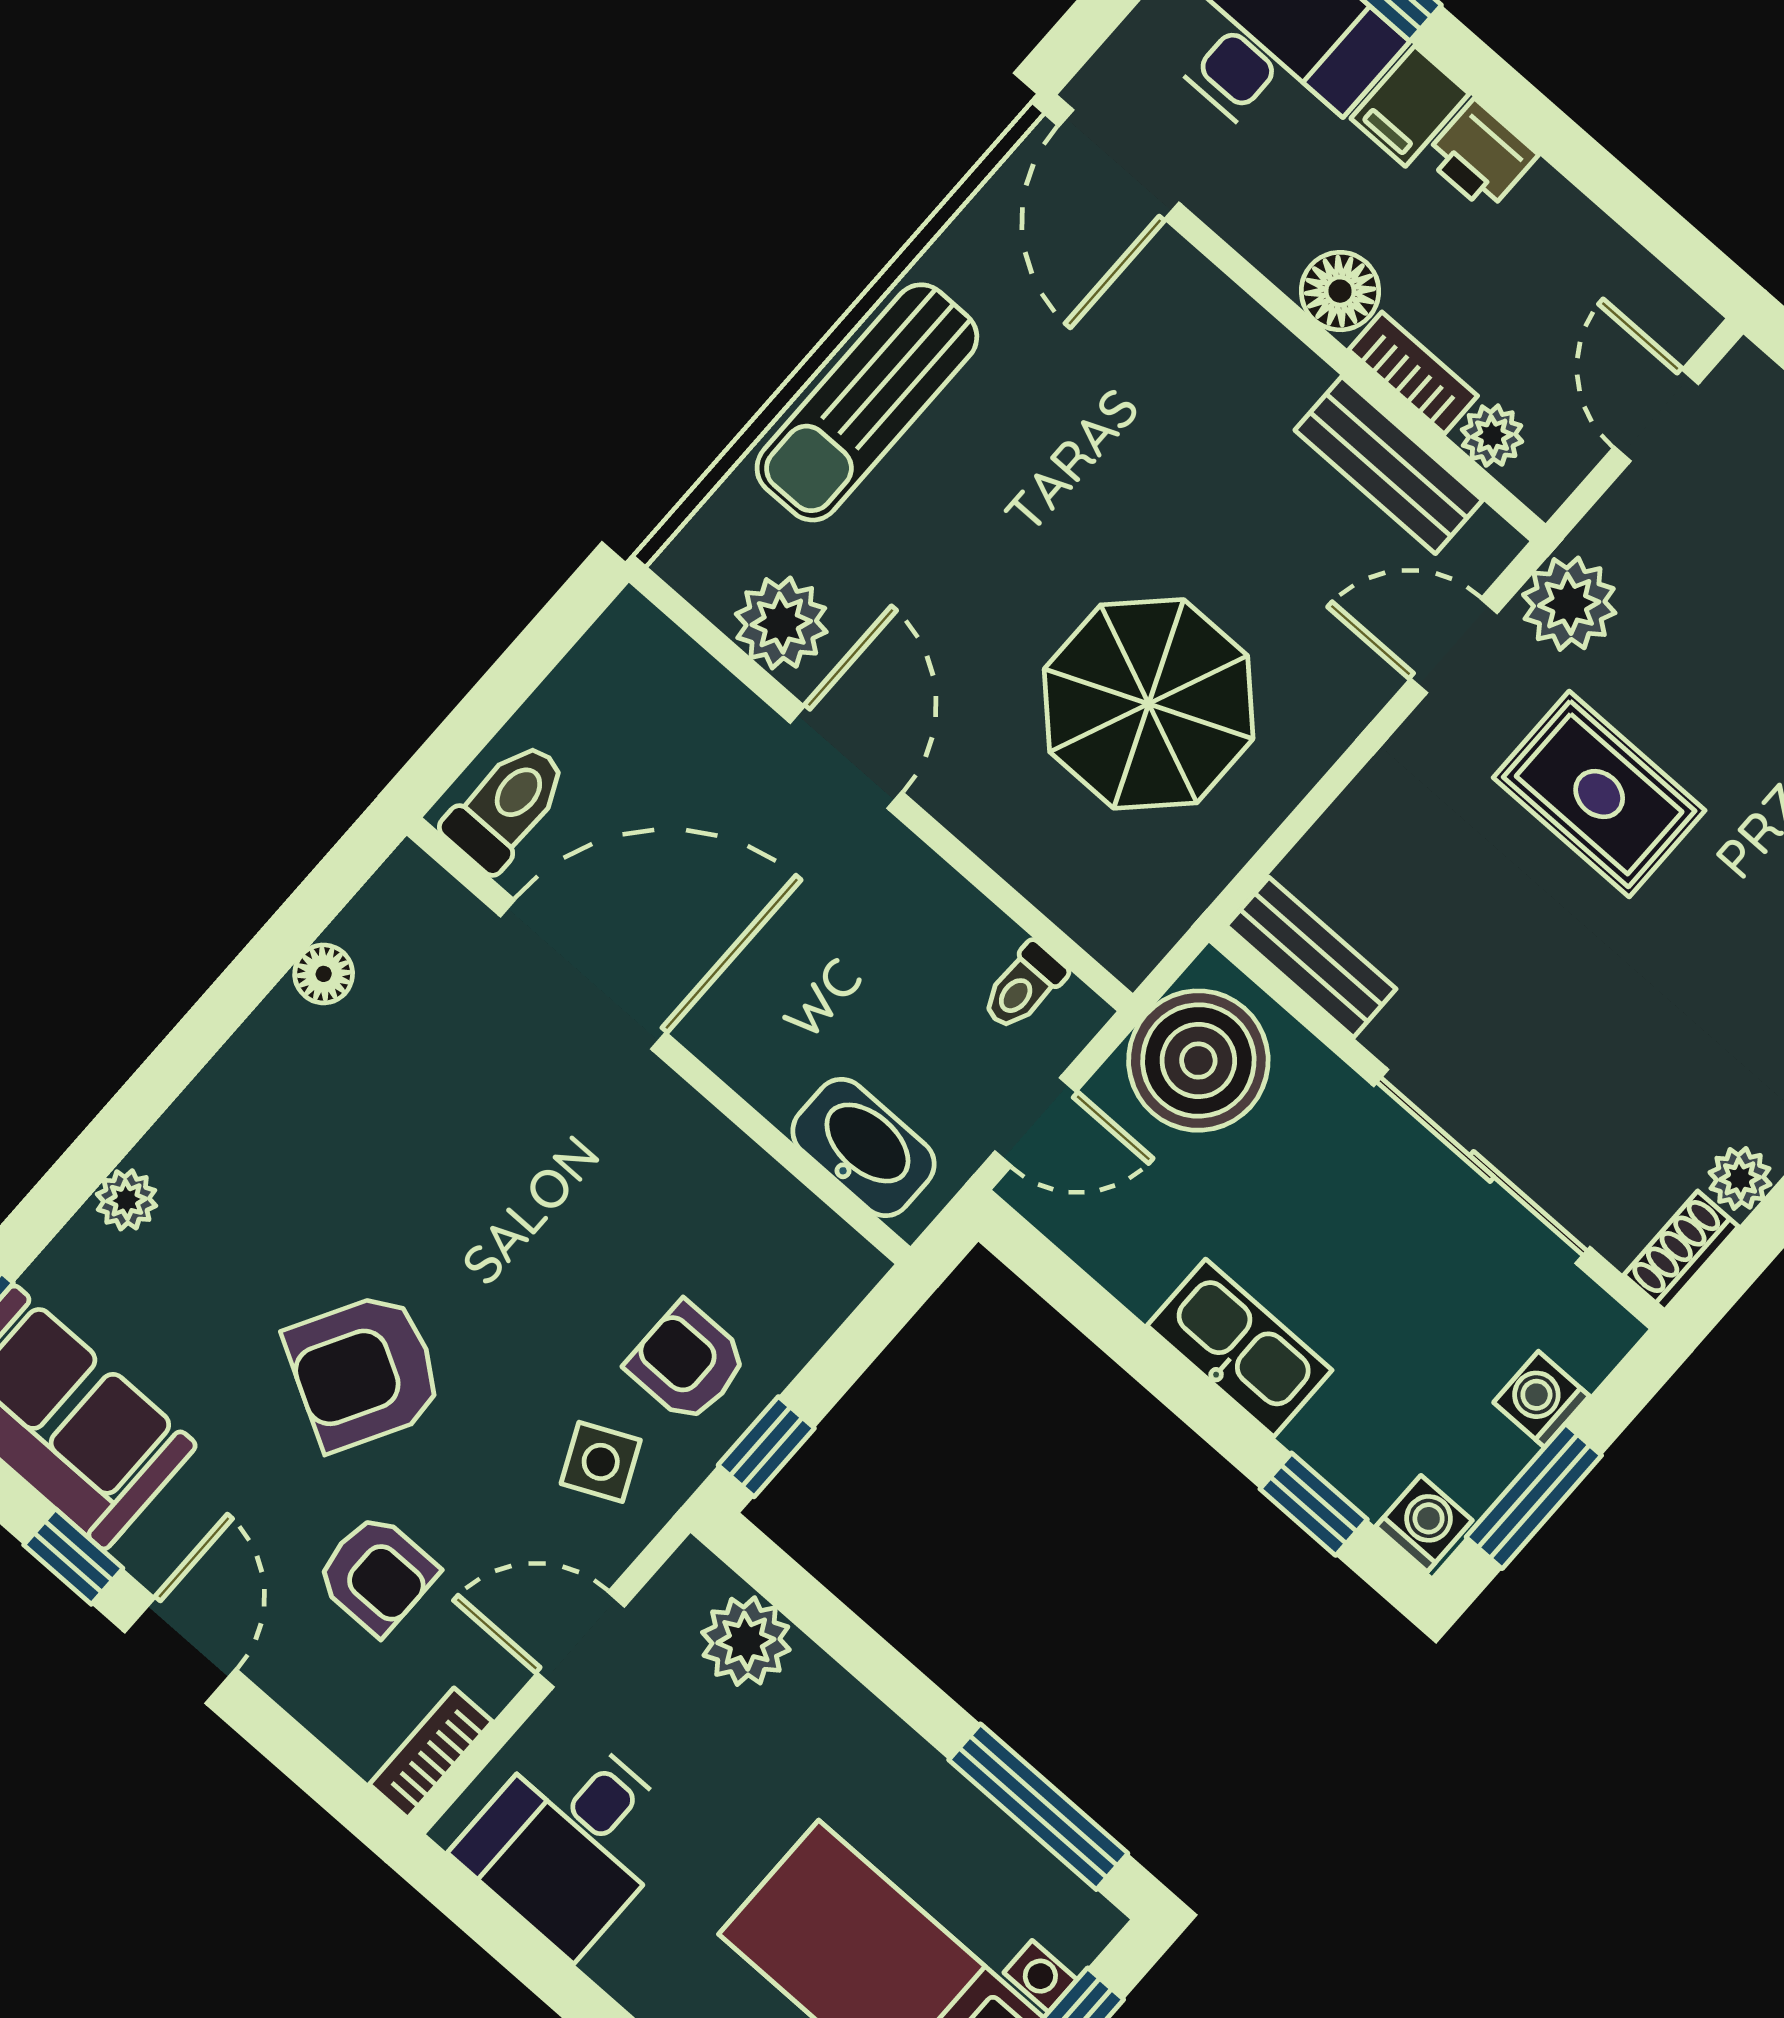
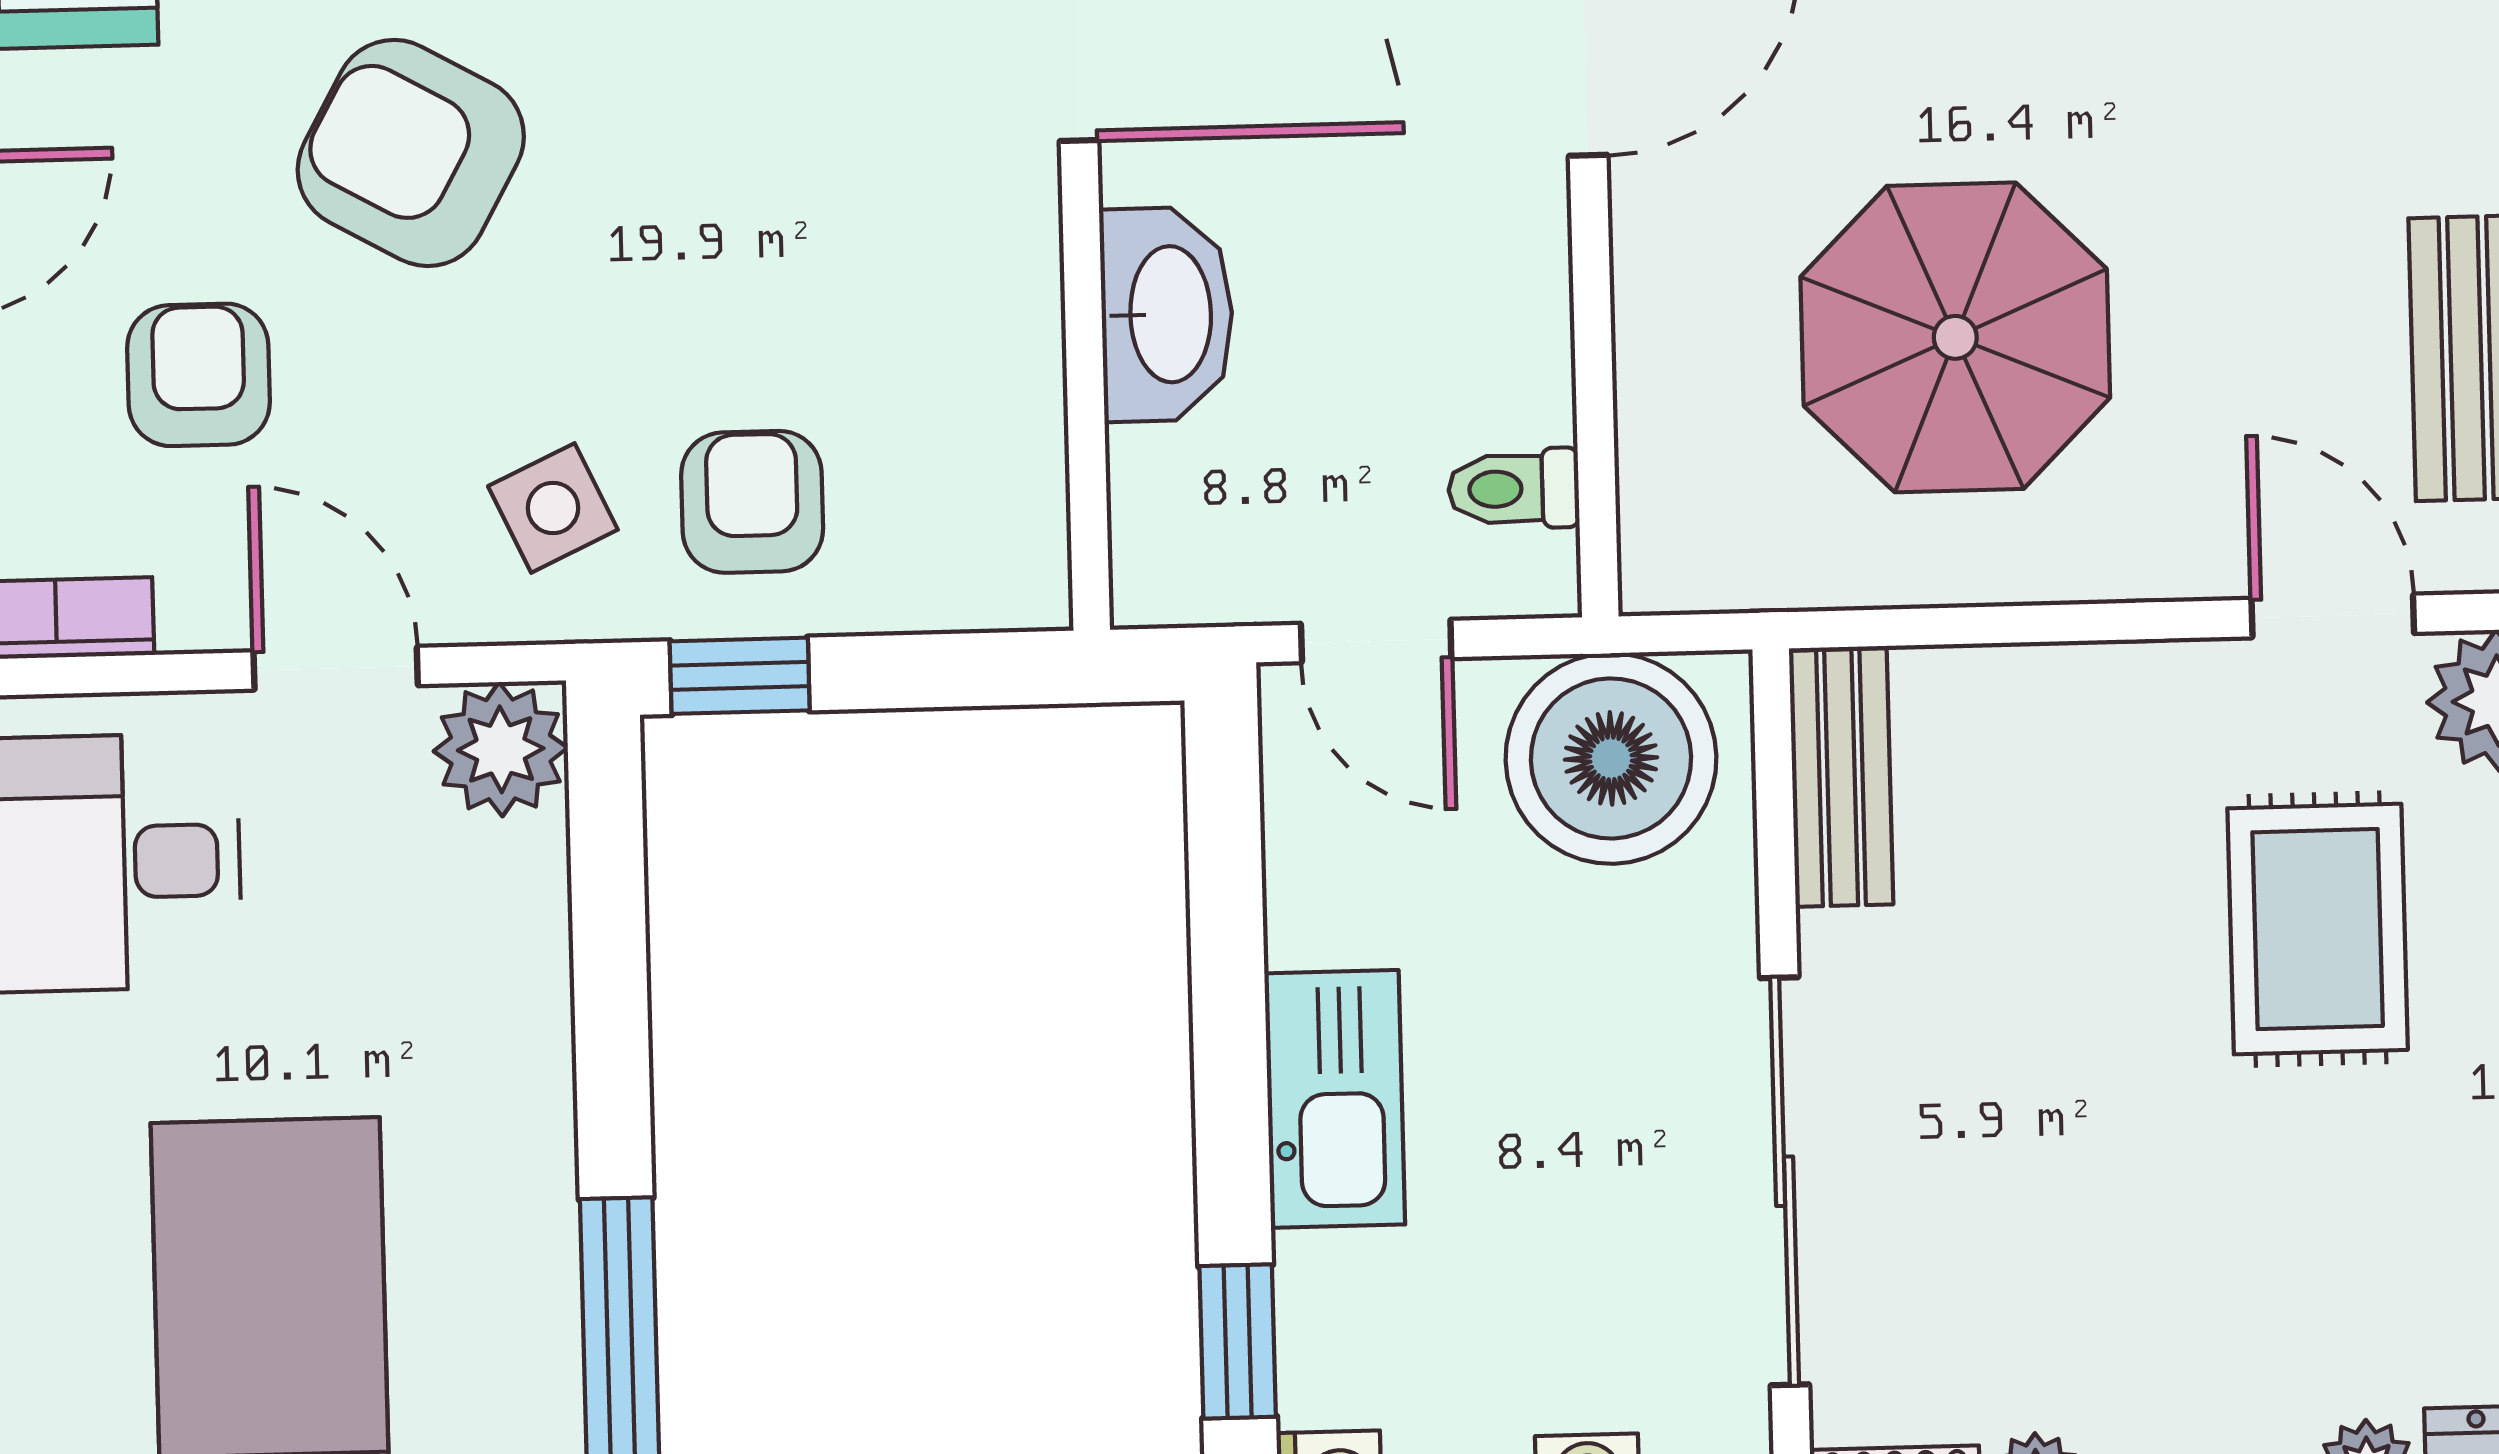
washbasin: (863, 1147) -> (1167, 314), moved
armchair: (377, 1574) -> (199, 375), turned 180
plant: (746, 1641) -> (501, 749), moved

